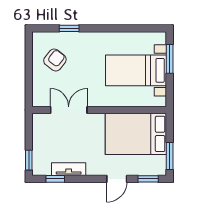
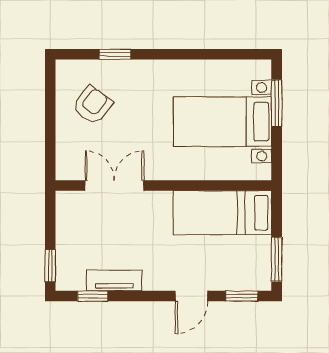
bed: (136, 134) -> (222, 213), width x0.67

